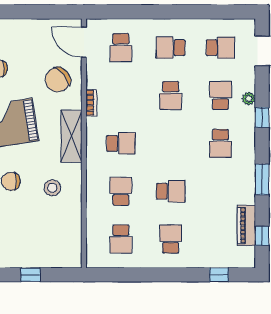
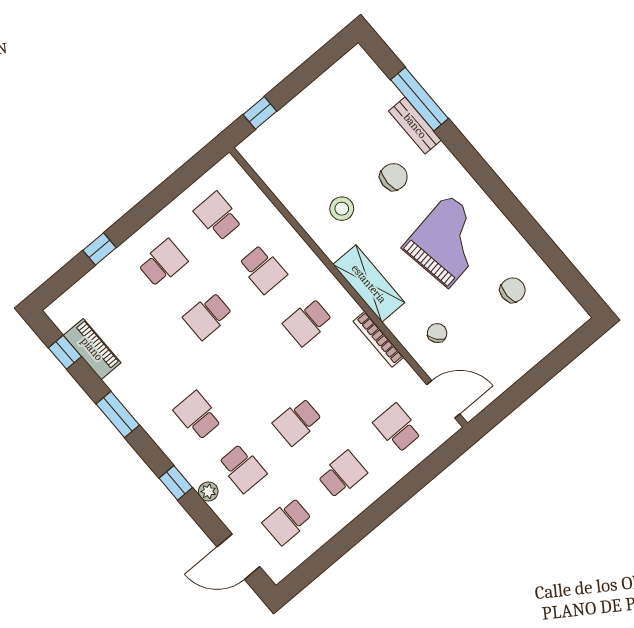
chair: (58, 80) -> (437, 333), width x0.54, depth x0.54
school desk: (171, 95) -> (297, 422), turned -90
bookcase: (91, 103) -> (378, 339), width x1.56
school desk: (171, 239) -> (163, 263), turned -90
window: (30, 275) -> (260, 113), moved
window: (219, 275) -> (99, 249), moved

